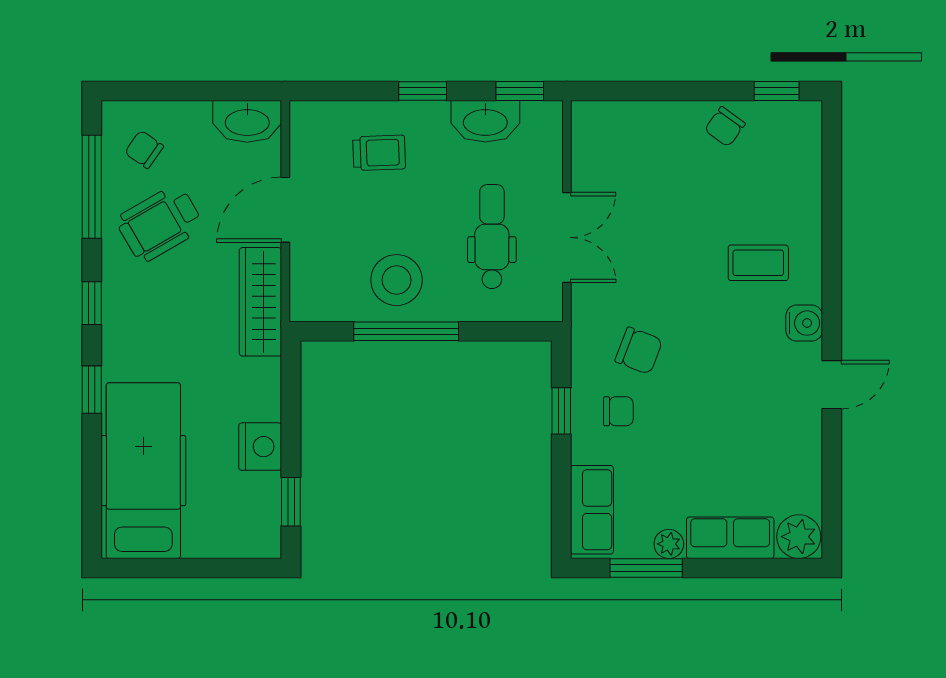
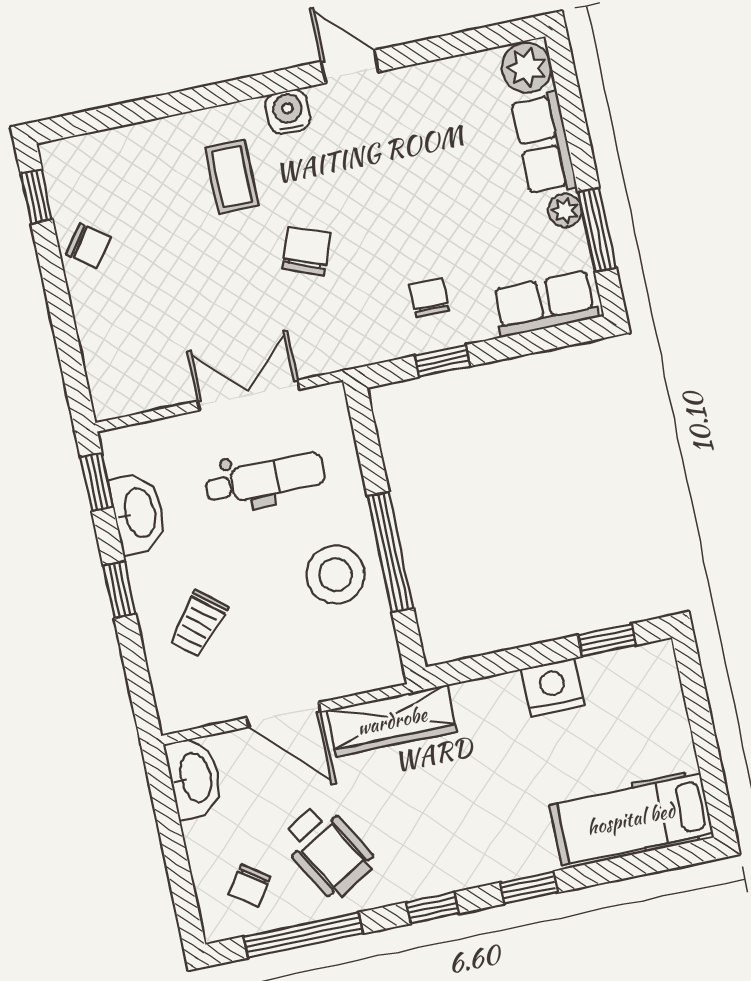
trolley: (379, 153) -> (198, 624), turned -138
dental chair: (492, 237) -> (265, 479), turned 180
chair: (639, 351) -> (306, 251), moved
hospital bed: (143, 471) -> (631, 819), width x0.73, depth x0.78

